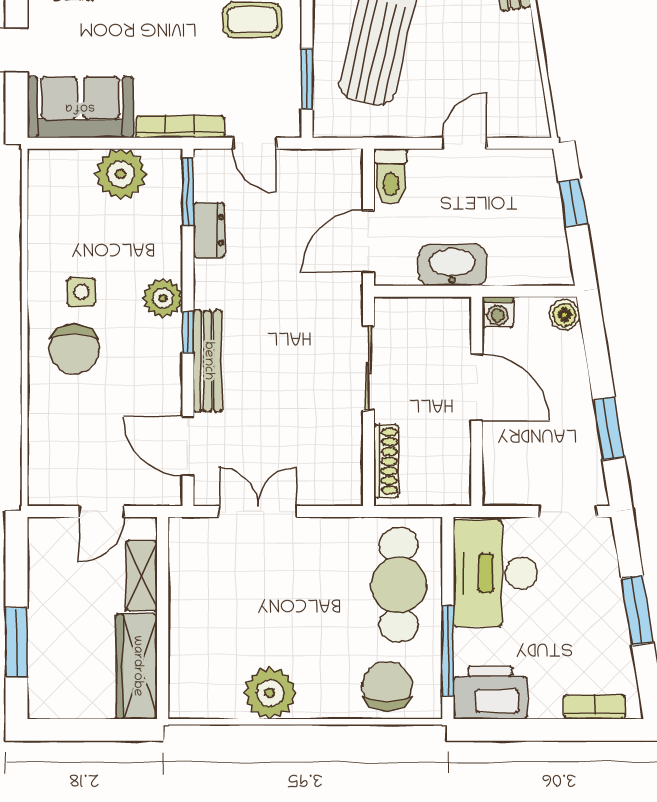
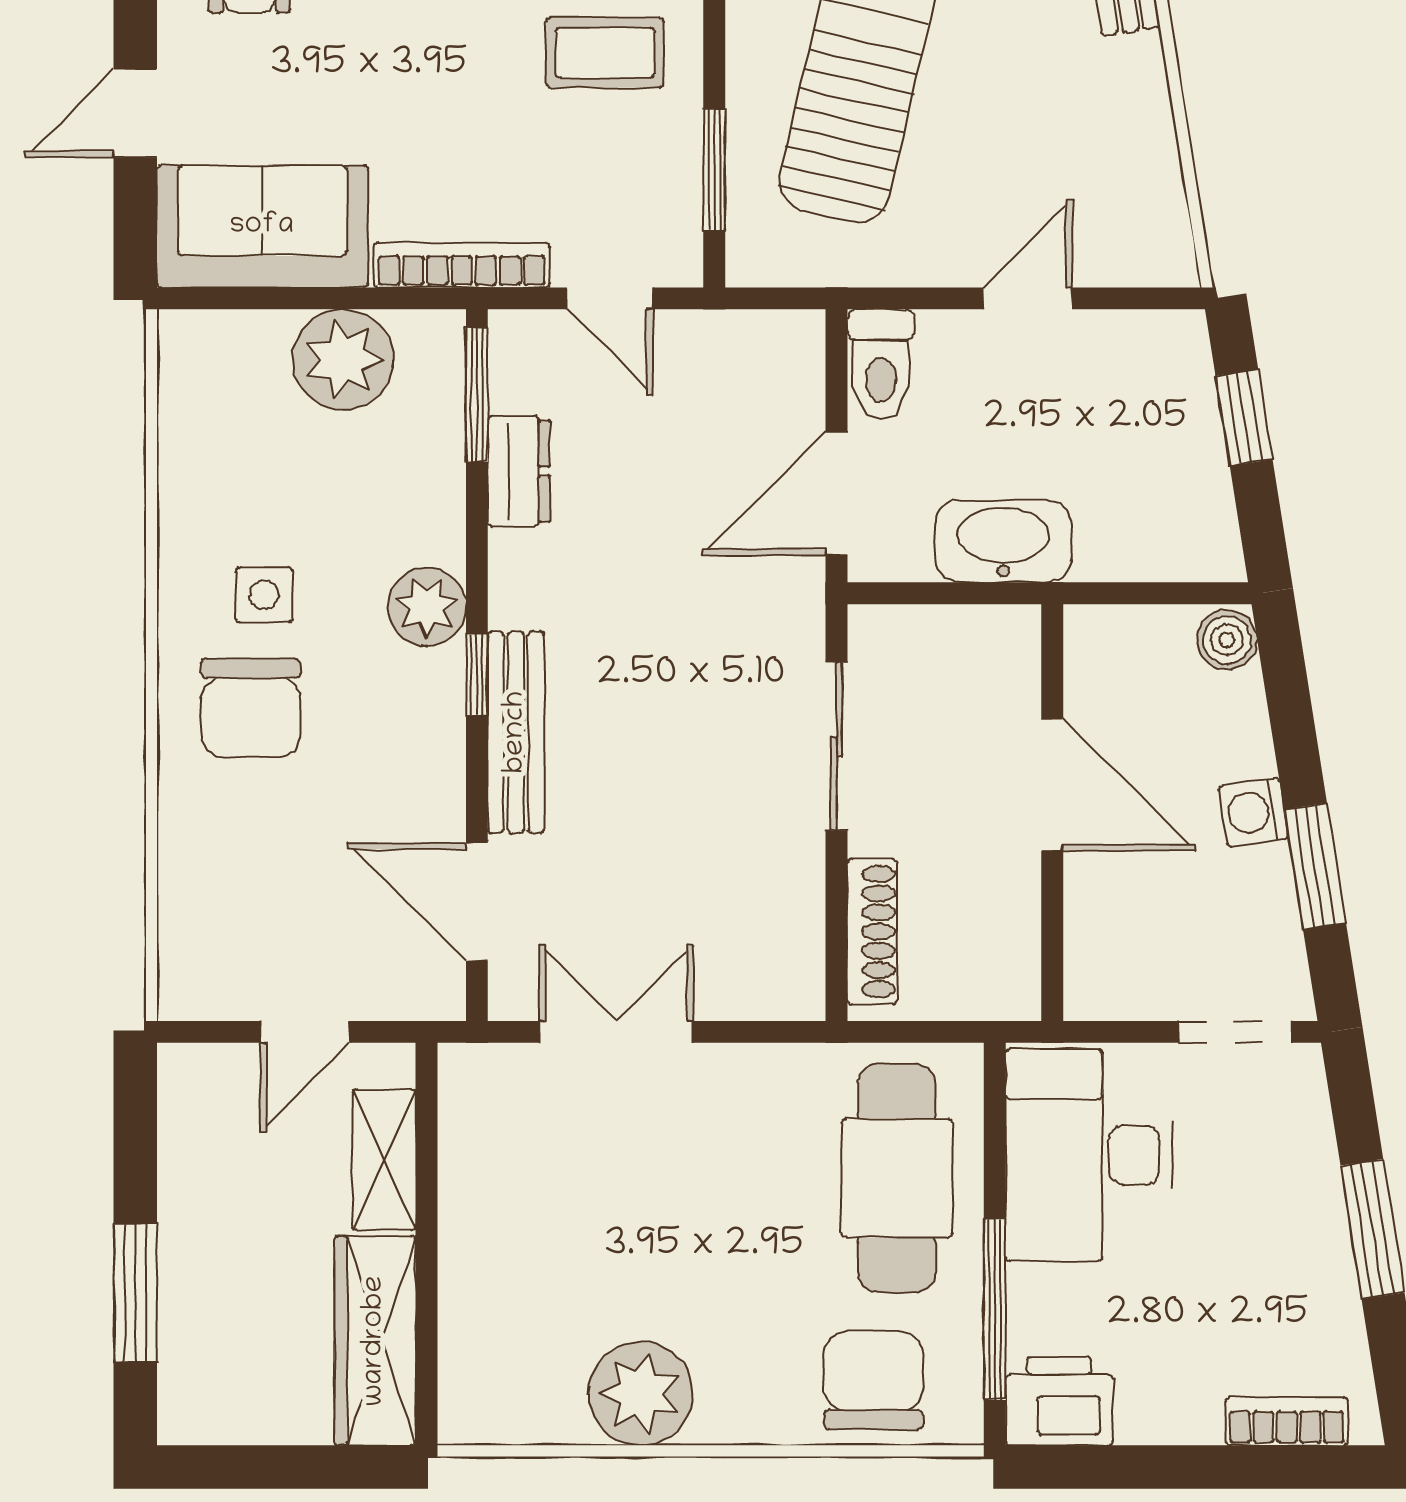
washing machine: (498, 312) -> (1253, 812), moved, turned 81
printer: (490, 692) -> (1059, 1401), width x0.73, depth x0.84

